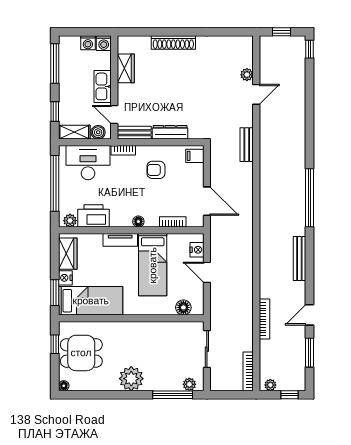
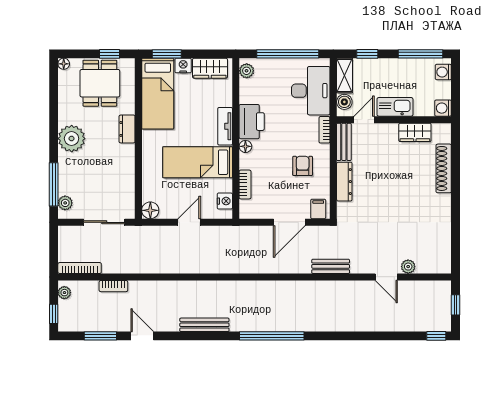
shoe rack: (173, 42) -> (444, 168), moved
washing machine: (88, 43) -> (443, 72), moved
door: (207, 201) -> (289, 222), moved
printer: (93, 216) -> (252, 122), moved
nightstand: (197, 250) -> (225, 201), moved, turned -90
floor lamp: (183, 307) -> (150, 210), moved
bookcase: (264, 319) -> (113, 286), moved, width x0.64
dresser: (123, 328) -> (127, 129), added

